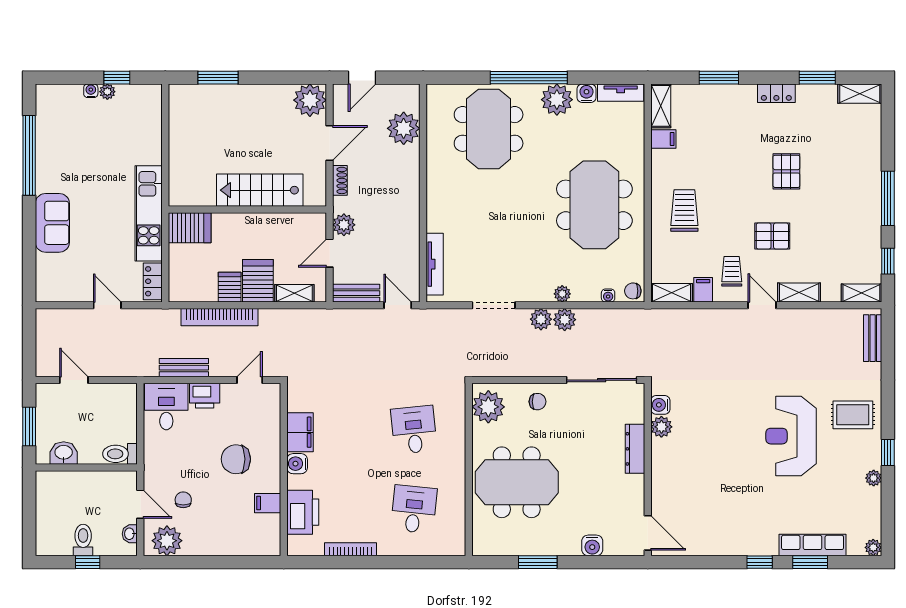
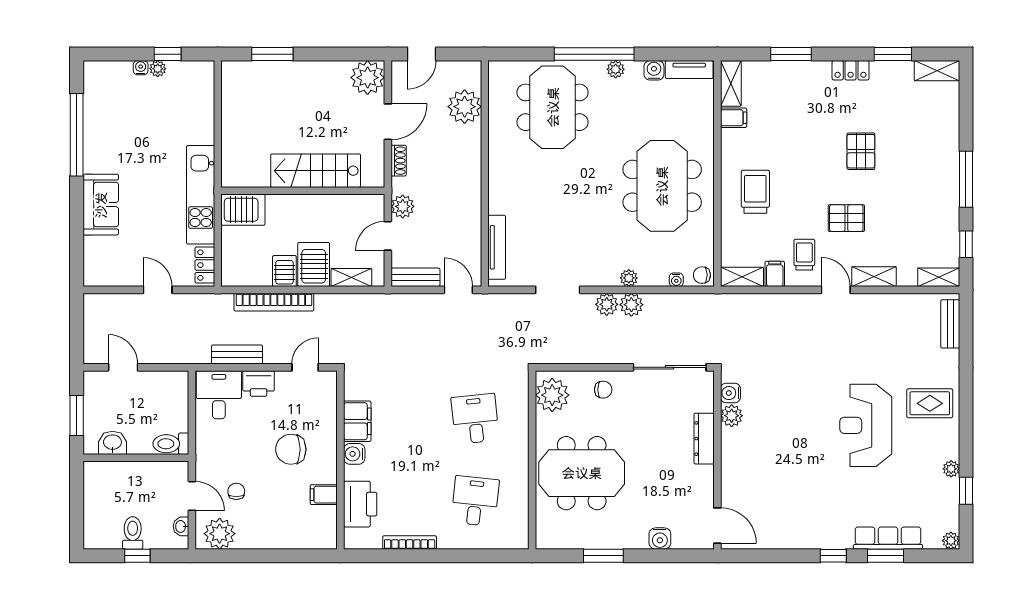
plant: (557, 100) -> (616, 69), width x0.53, depth x0.53
window: (888, 453) -> (966, 491), moved

